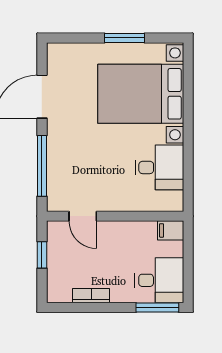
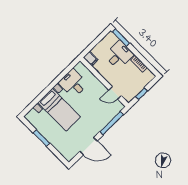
bed with nightstands: (141, 94) -> (59, 110), width x0.73
door: (83, 216) -> (115, 93), swing flipped
desk: (159, 280) -> (119, 55), moved, turned 90

